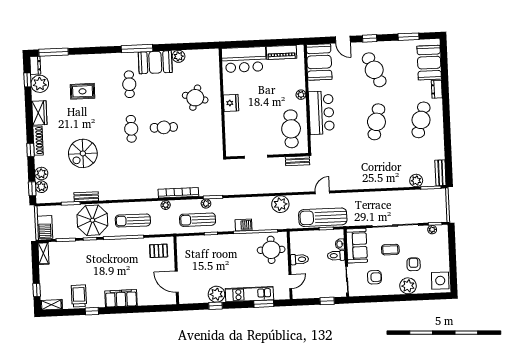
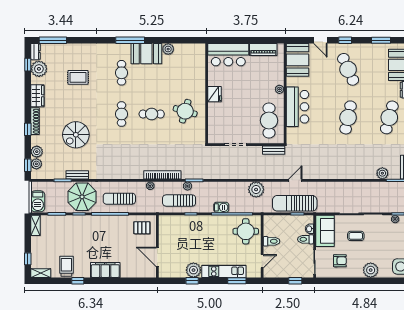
round table: (195, 98) -> (185, 111), moved
armchair: (414, 264) -> (377, 250), removed

